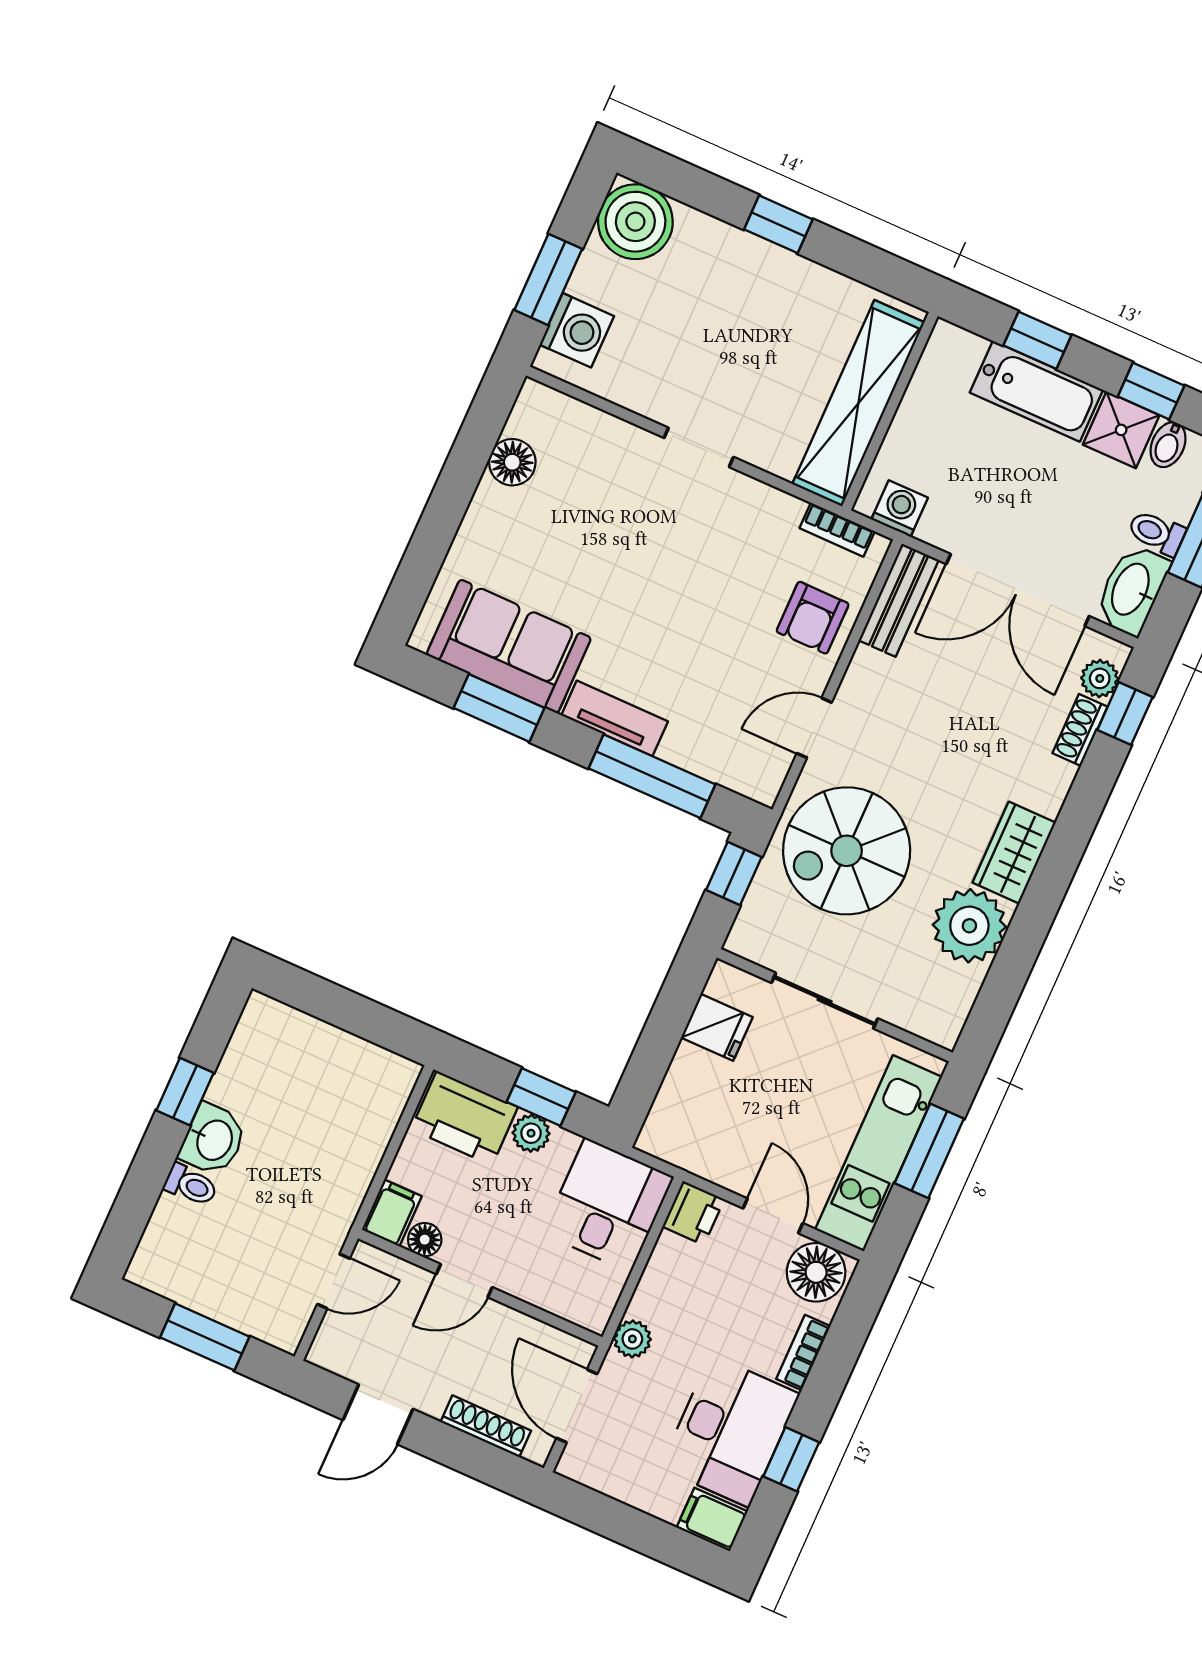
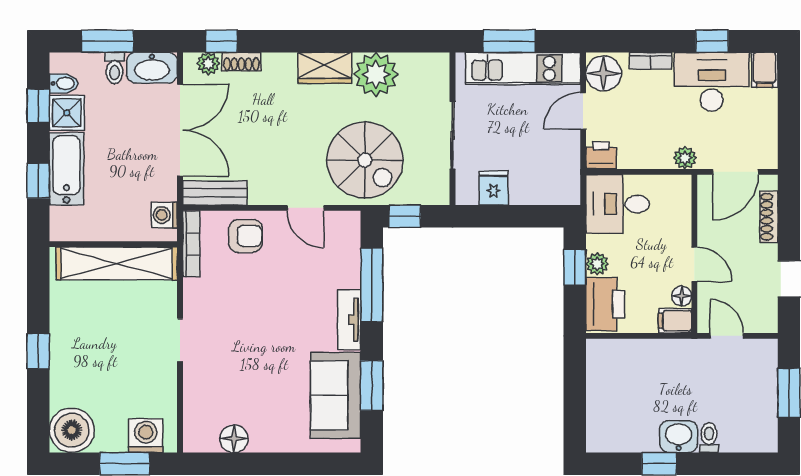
bookcase: (837, 530) -> (191, 244), width x1.56

